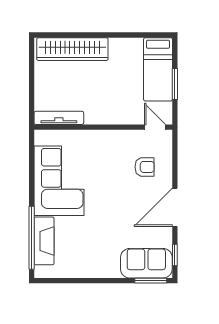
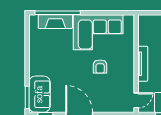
tv unit: (59, 118) -> (143, 64), moved
armchair: (145, 167) -> (100, 67), moved

